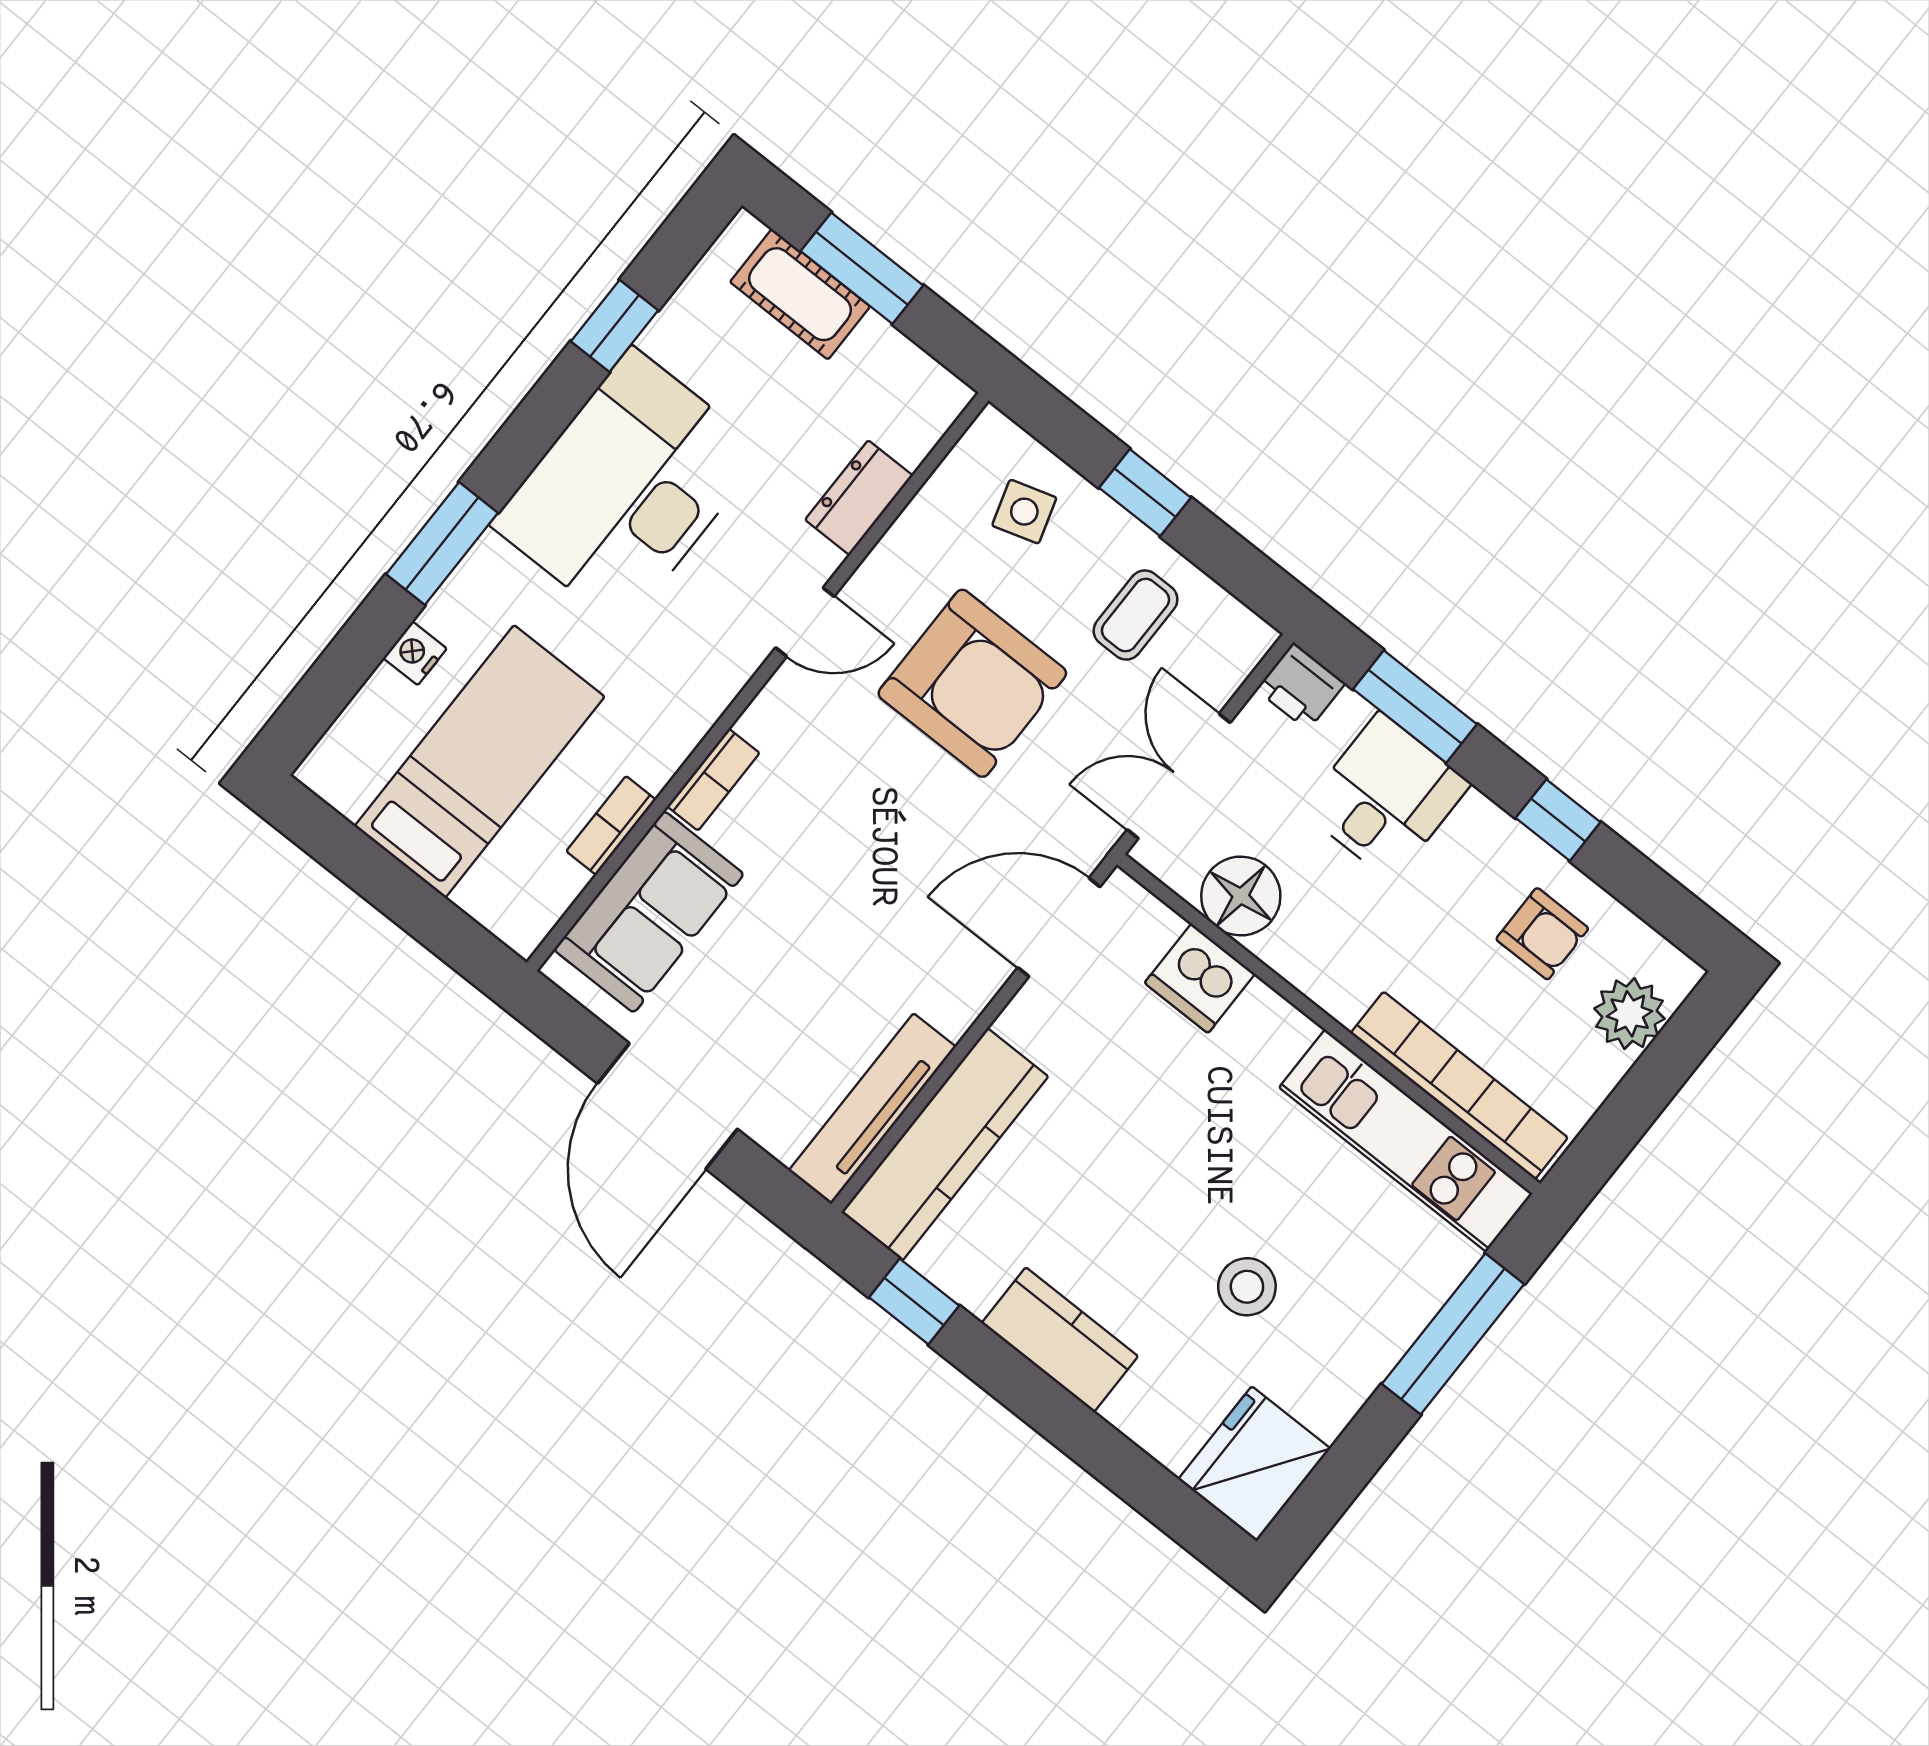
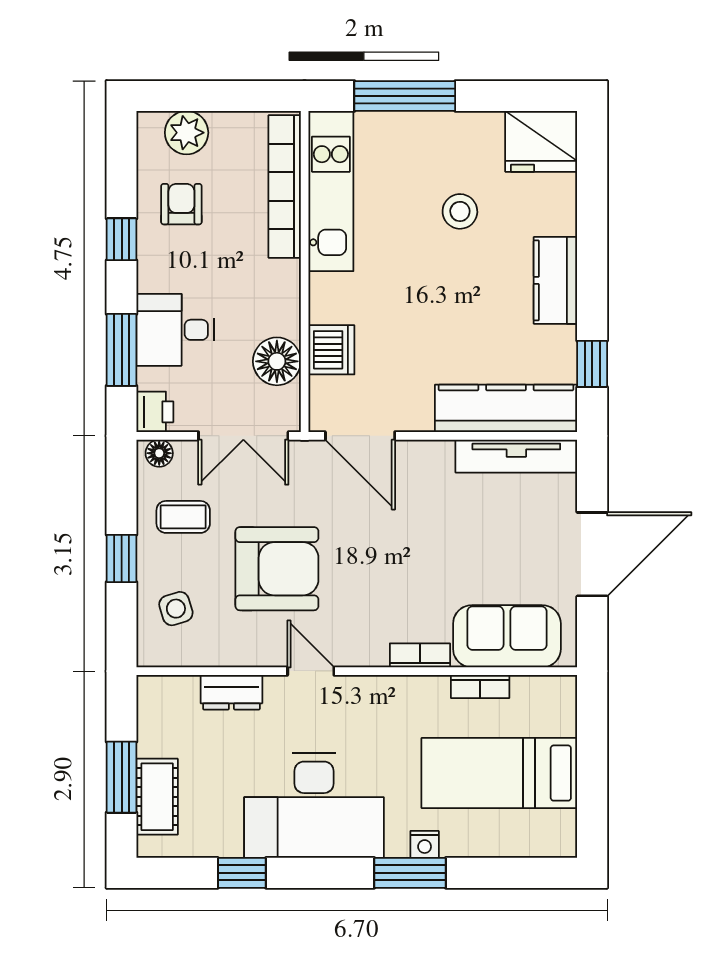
floor lamp: (1243, 649) -> (159, 453), added
nightstand: (415, 653) -> (425, 844), moved
armchair: (972, 683) -> (277, 569), turned 90

